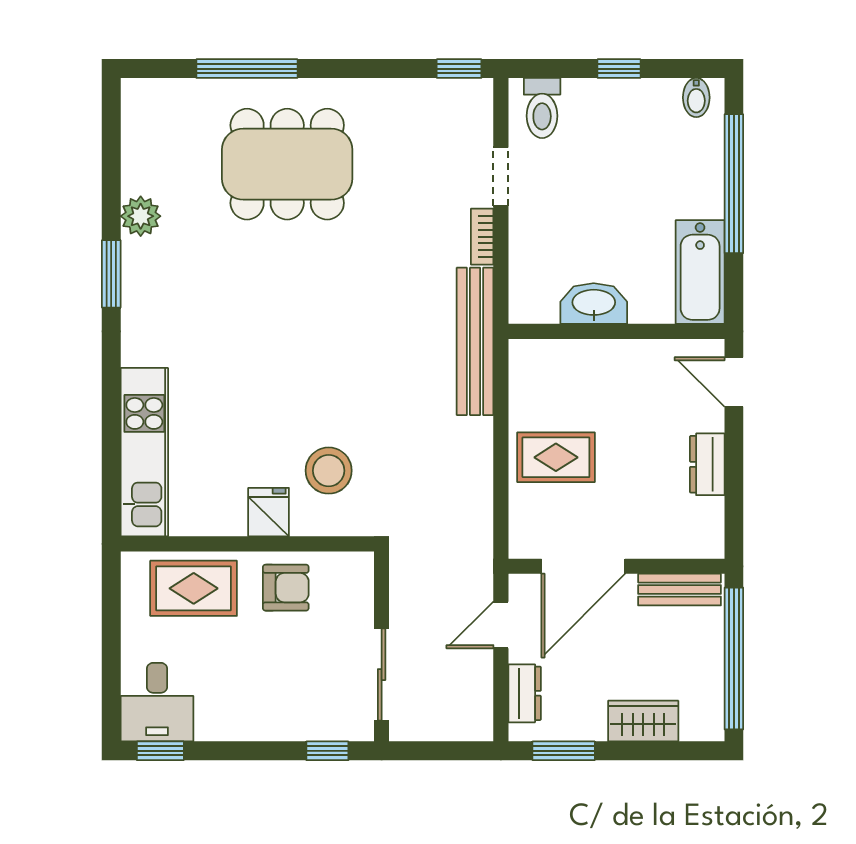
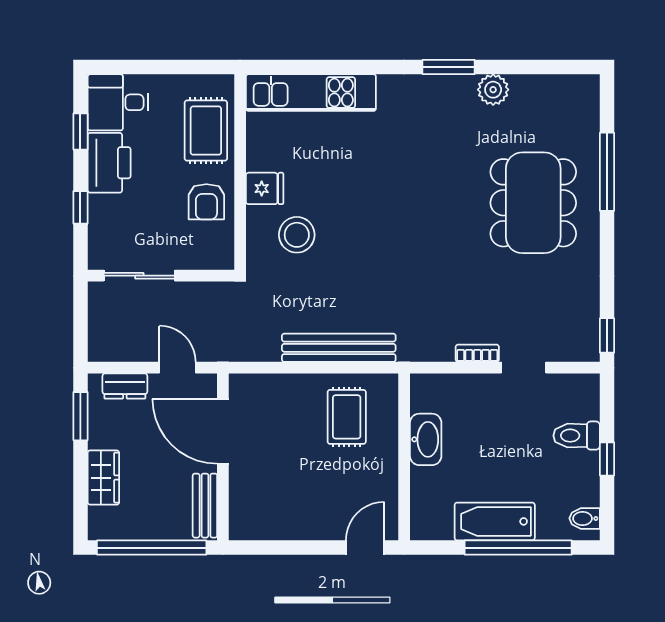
toilet: (542, 108) -> (577, 436), moved
bathtub: (700, 272) -> (495, 521), moved
bench: (475, 341) -> (339, 348), moved
rug: (556, 457) -> (347, 417), moved
dresser: (707, 464) -> (302, 527), removed
printer: (235, 714) -> (109, 163), added
window: (160, 751) -> (80, 131), moved
window: (327, 751) -> (80, 207), moved

